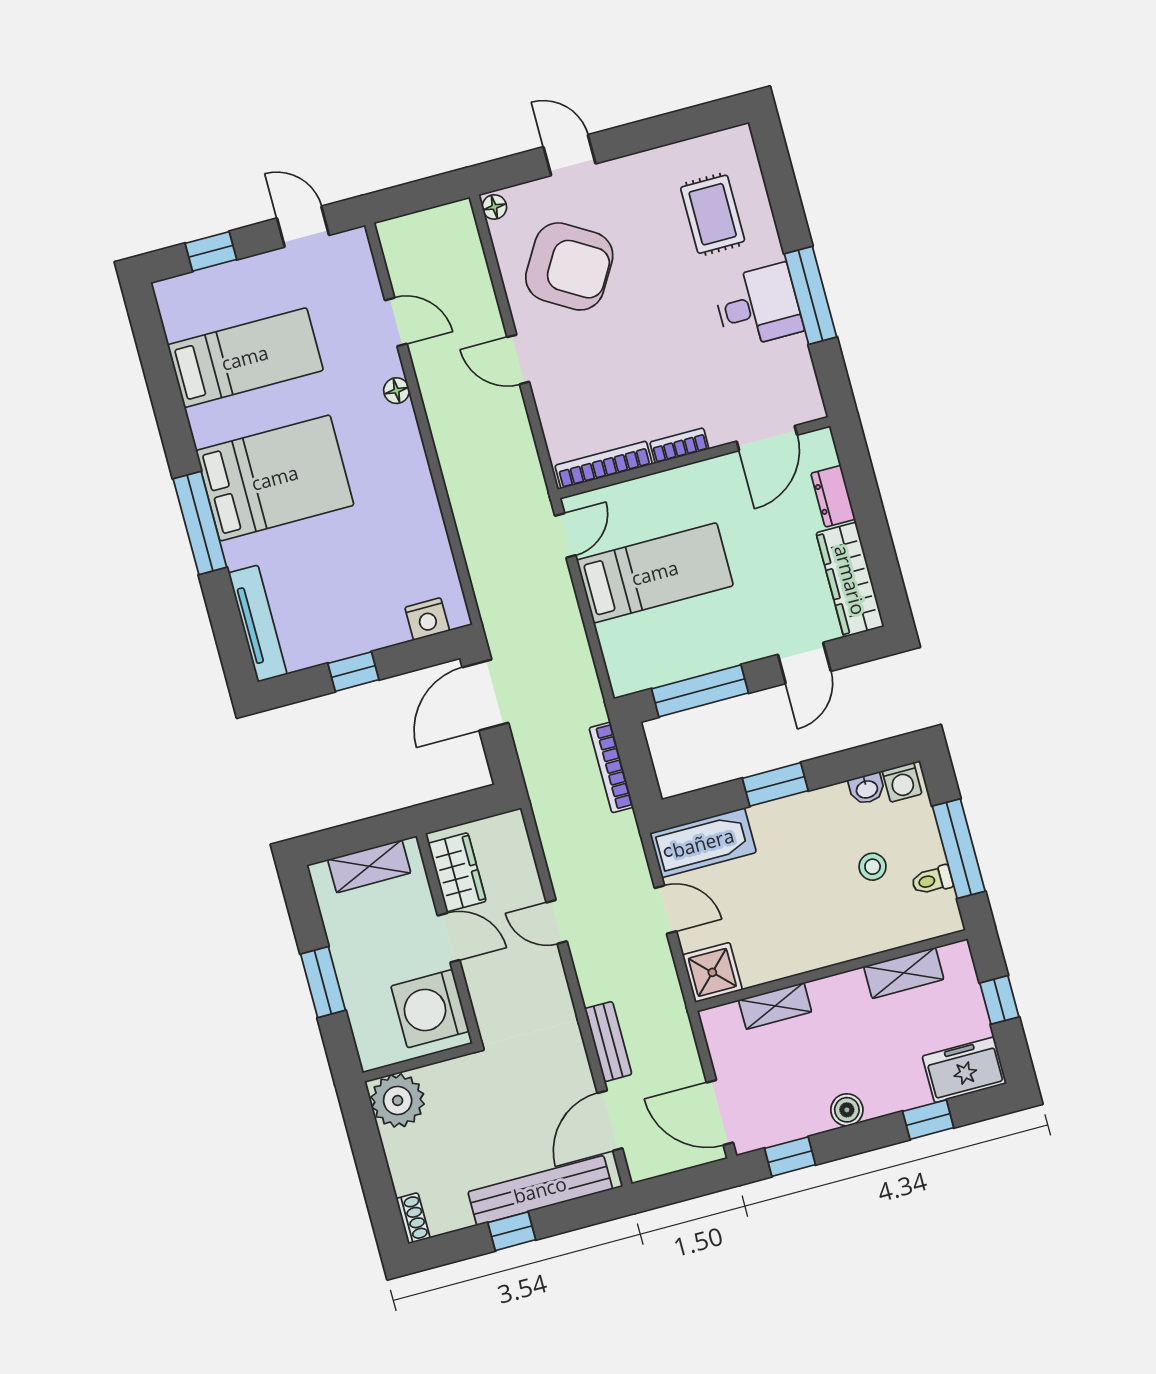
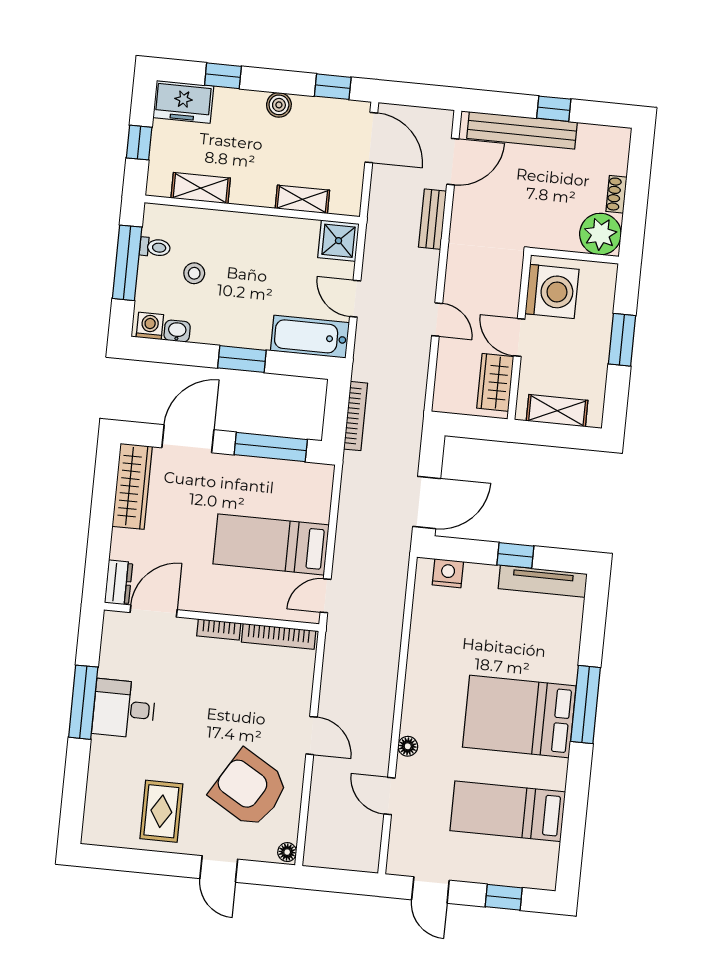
rug: (713, 214) -> (161, 811), moved
dresser: (833, 496) -> (119, 583), moved
tv unit: (258, 624) -> (543, 581), moved, turned -90
door: (804, 663) -> (188, 439), width x1.37
shoe rack: (413, 1218) -> (616, 194), moved

